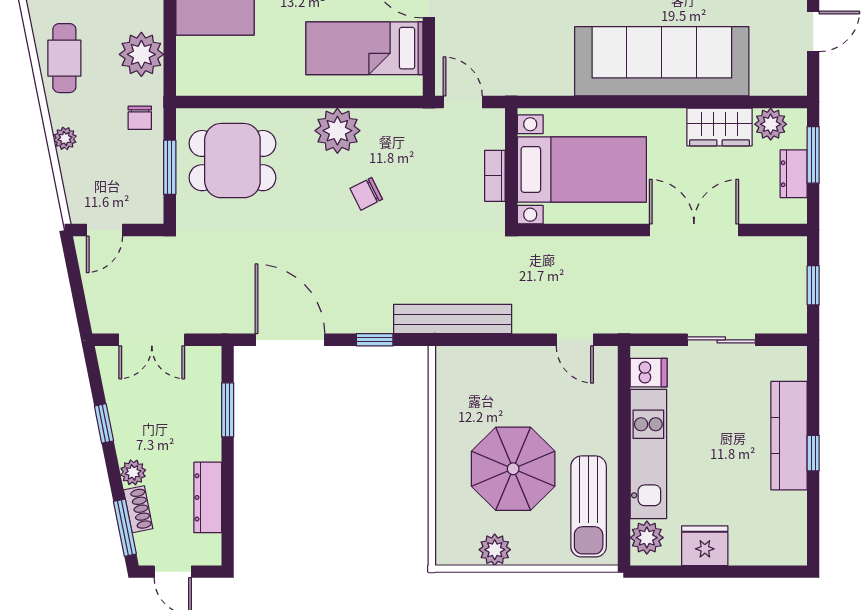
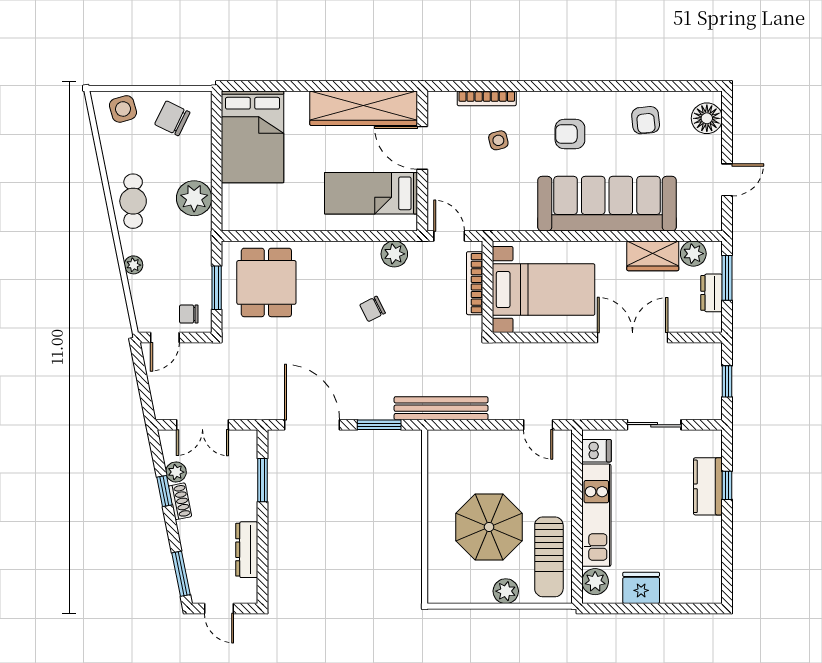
chair: (140, 118) -> (189, 314), moved, turned 90
plant: (337, 131) -> (394, 254), moved, width x0.73, depth x0.73
dining table: (232, 161) -> (266, 282), turned 90
bookcase: (495, 176) -> (475, 283), width x1.56
window: (375, 340) -> (379, 425), width x1.50
kitchen counter: (789, 436) -> (708, 486), width x0.67
window: (813, 453) -> (727, 485), moved
plant: (133, 472) -> (176, 472), moved
shoe rack: (138, 509) -> (180, 501), moved
plant: (495, 550) -> (506, 591), moved

